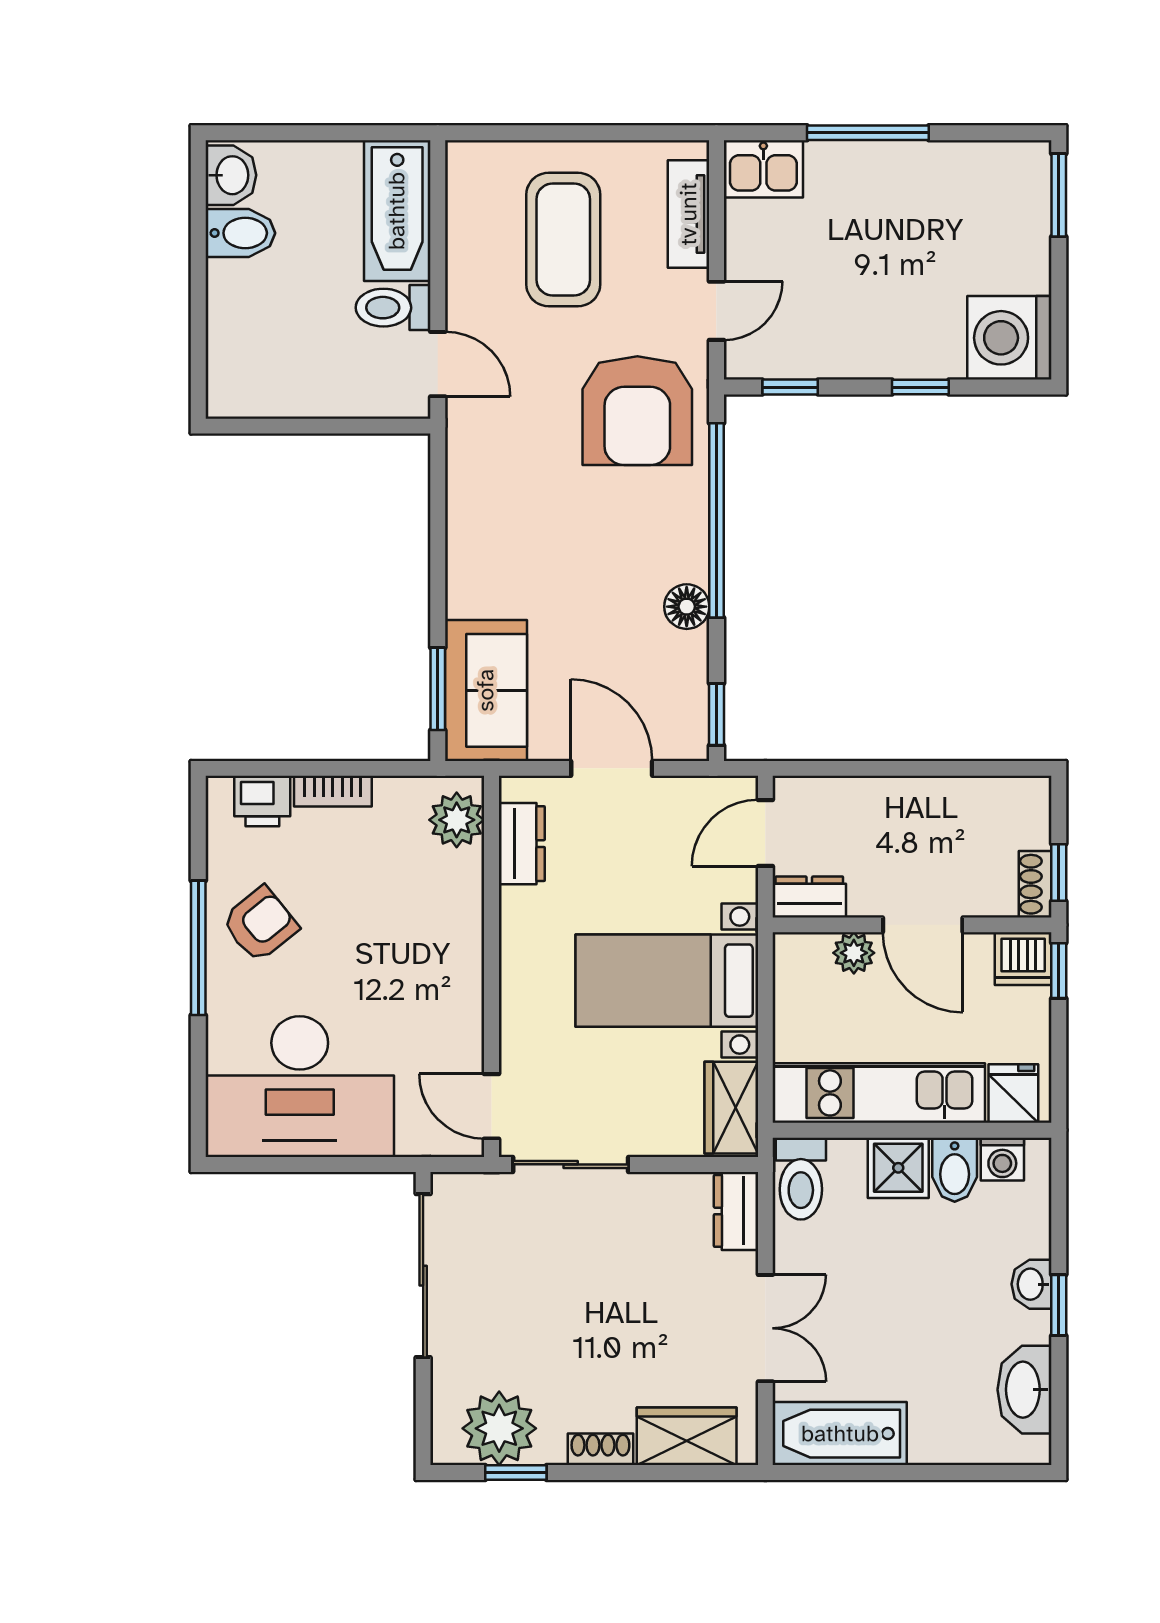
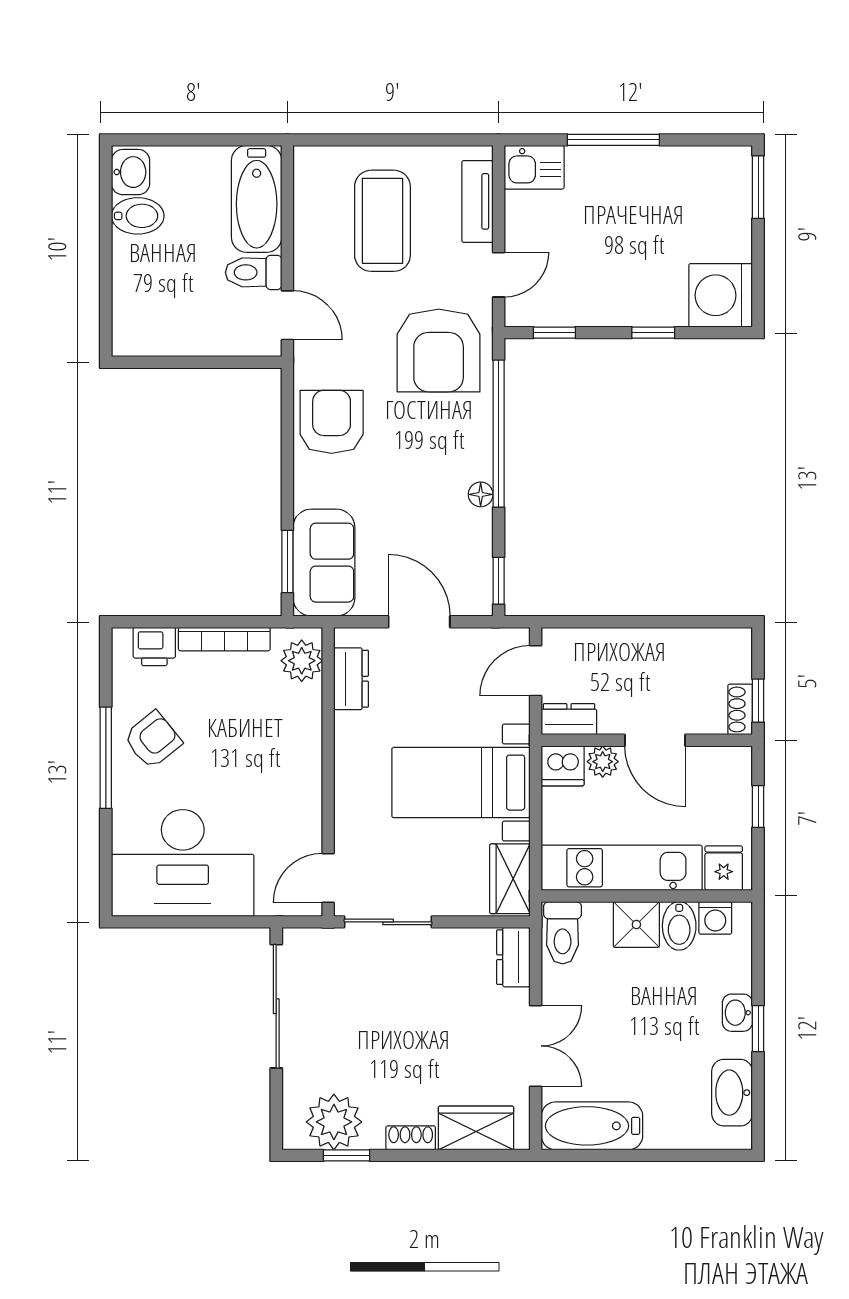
armchair: (496, 505) -> (332, 422), added
floor lamp: (687, 607) -> (481, 494), width x0.73, depth x0.73
bookcase: (333, 791) -> (224, 639), width x1.56
dishwasher: (1023, 959) -> (563, 766), moved
window: (1059, 971) -> (758, 806), moved
door: (492, 1106) -> (328, 878), hinge flipped

